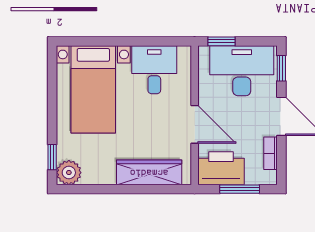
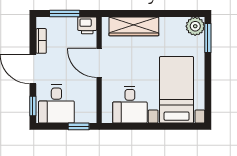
desk: (242, 71) -> (56, 104), width x0.73
window: (52, 157) -> (208, 38), width x1.50
printer: (221, 168) -> (87, 25), width x0.53, depth x0.68

